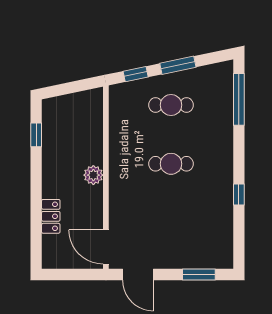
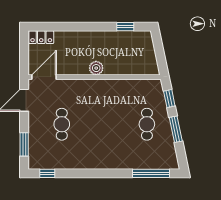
cafe table: (171, 164) -> (62, 124), moved
window: (239, 195) -> (47, 173), moved
locker: (51, 216) -> (41, 37), moved

